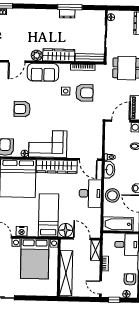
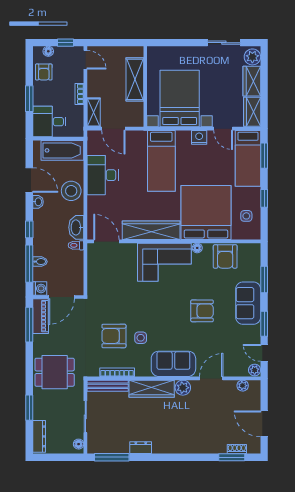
window: (70, 7) -> (112, 457), moved
desk: (90, 193) -> (103, 175), moved
floor lamp: (66, 230) -> (137, 140), removed
shelving: (66, 273) -> (135, 79), width x0.68

